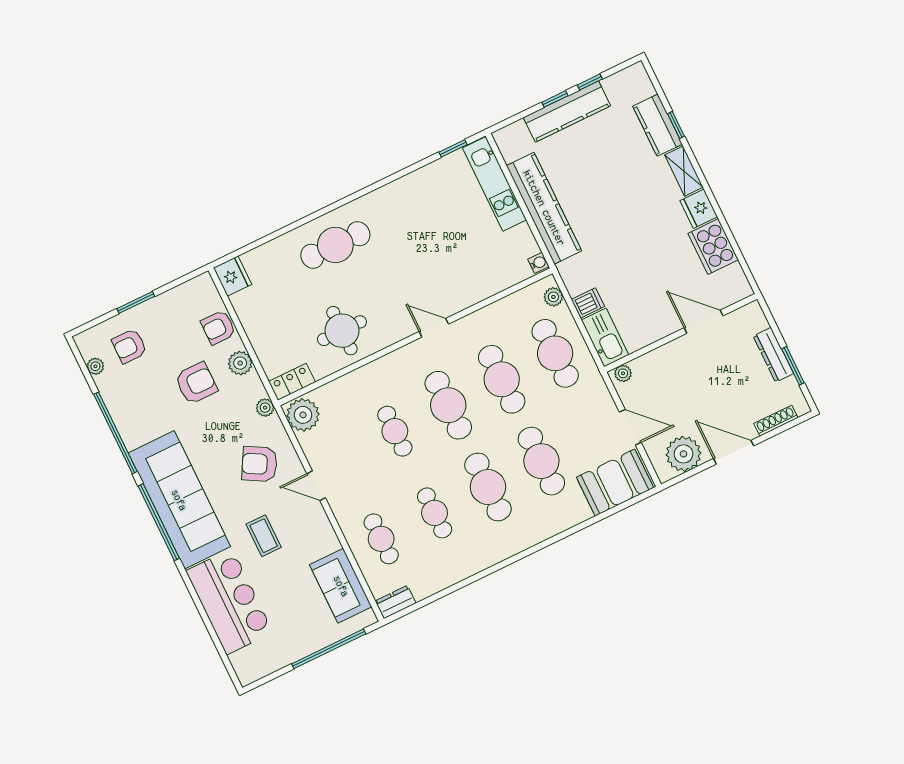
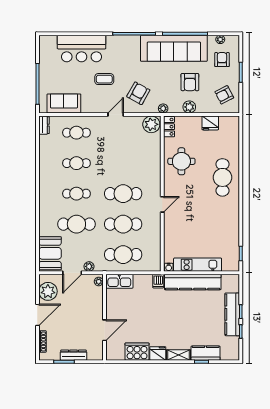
kitchen unit: (494, 184) -> (198, 265), moved
fridge: (233, 276) -> (210, 123), moved
plant: (553, 297) -> (89, 266), moved
dishwasher: (588, 303) -> (158, 281), moved
armchair: (218, 327) -> (224, 95), moved, turned -117
cafe table: (395, 431) -> (123, 163), removed
cafe table: (488, 487) -> (76, 194), width x0.73, depth x0.74
sofa: (179, 500) -> (174, 48), moved

